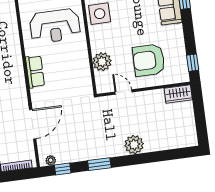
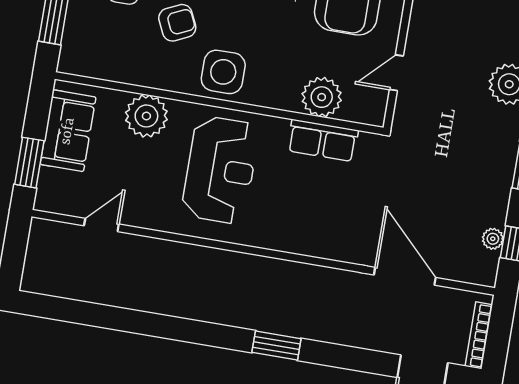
row of seats: (35, 72) -> (323, 140), moved, turned 180
plant: (51, 160) -> (493, 239), moved

